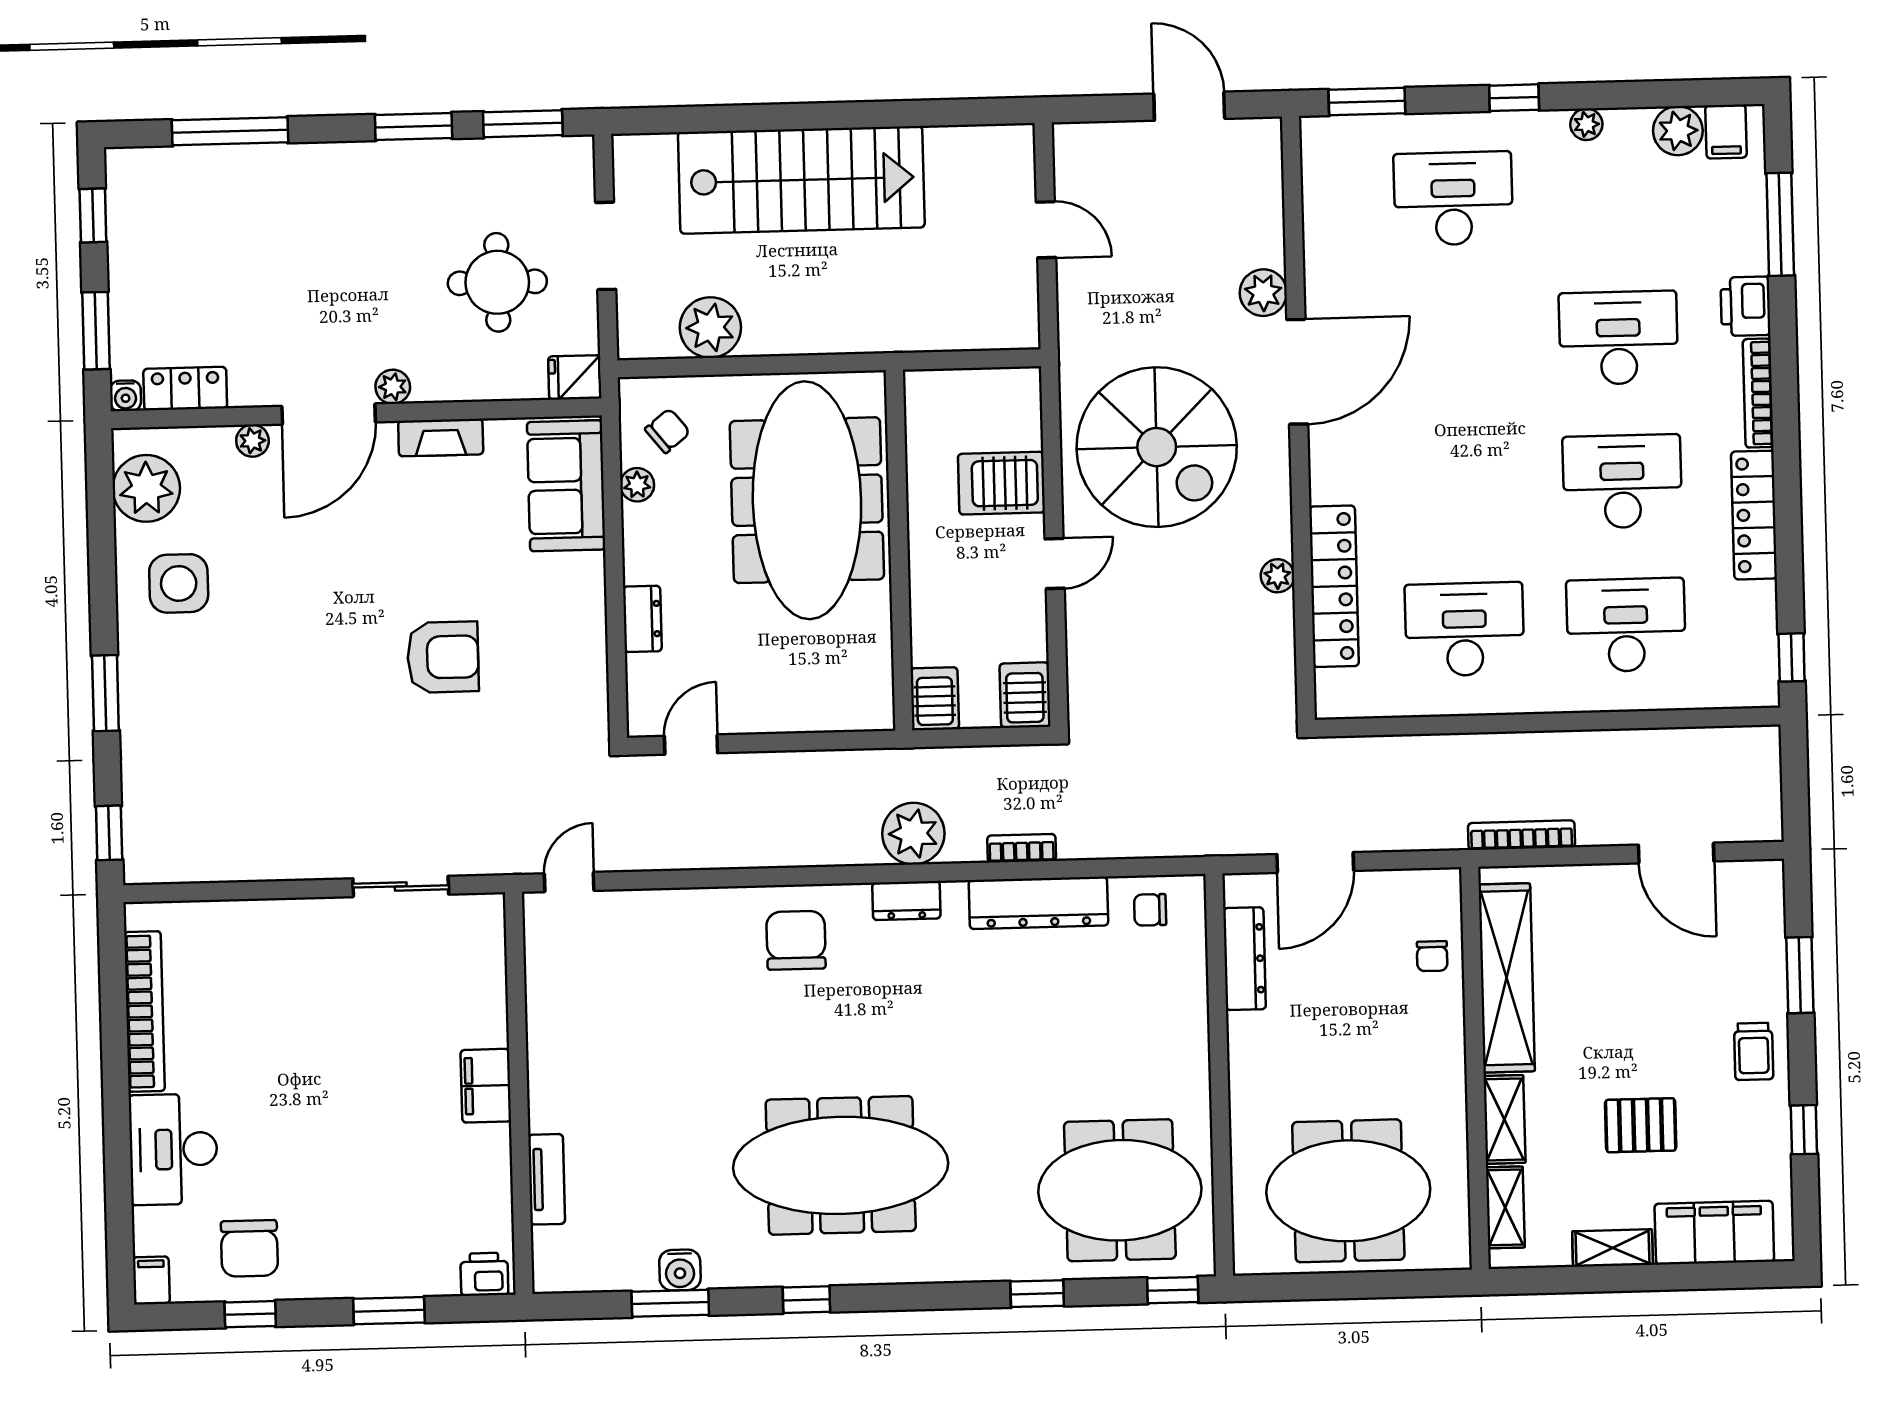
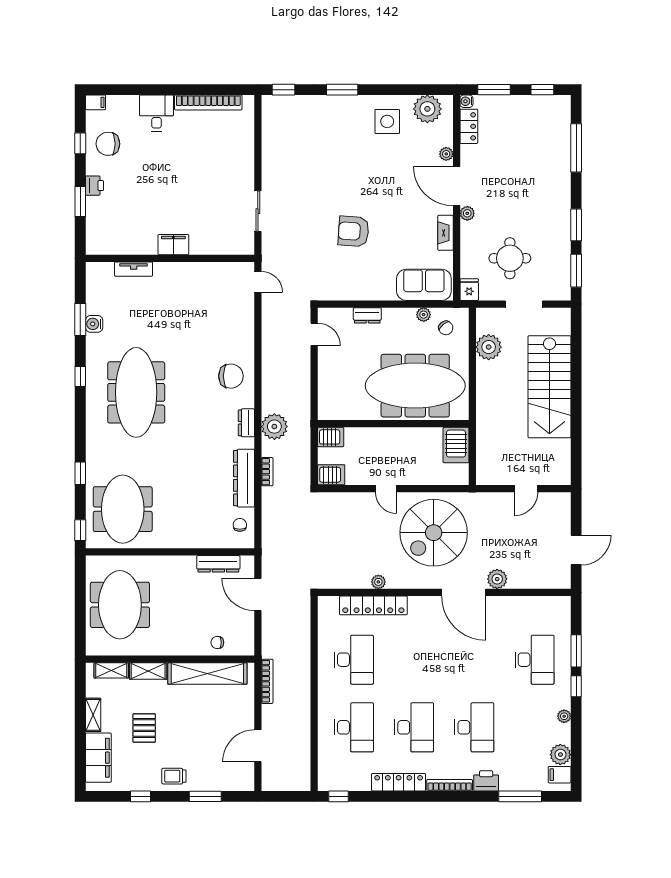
window: (1367, 102) -> (576, 651), moved
server rack: (1001, 483) -> (456, 445), moved, turned 180
armchair: (443, 657) -> (353, 231), turned 94
desk: (173, 1149) -> (156, 113), width x0.73
printer: (484, 1274) -> (94, 186), moved

